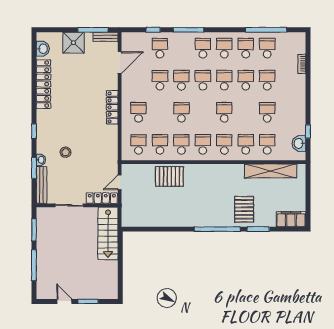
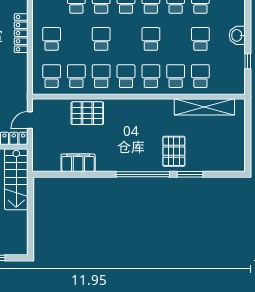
washbasin: (299, 143) -> (237, 35), moved
filing cabinet: (291, 219) -> (78, 163), moved

